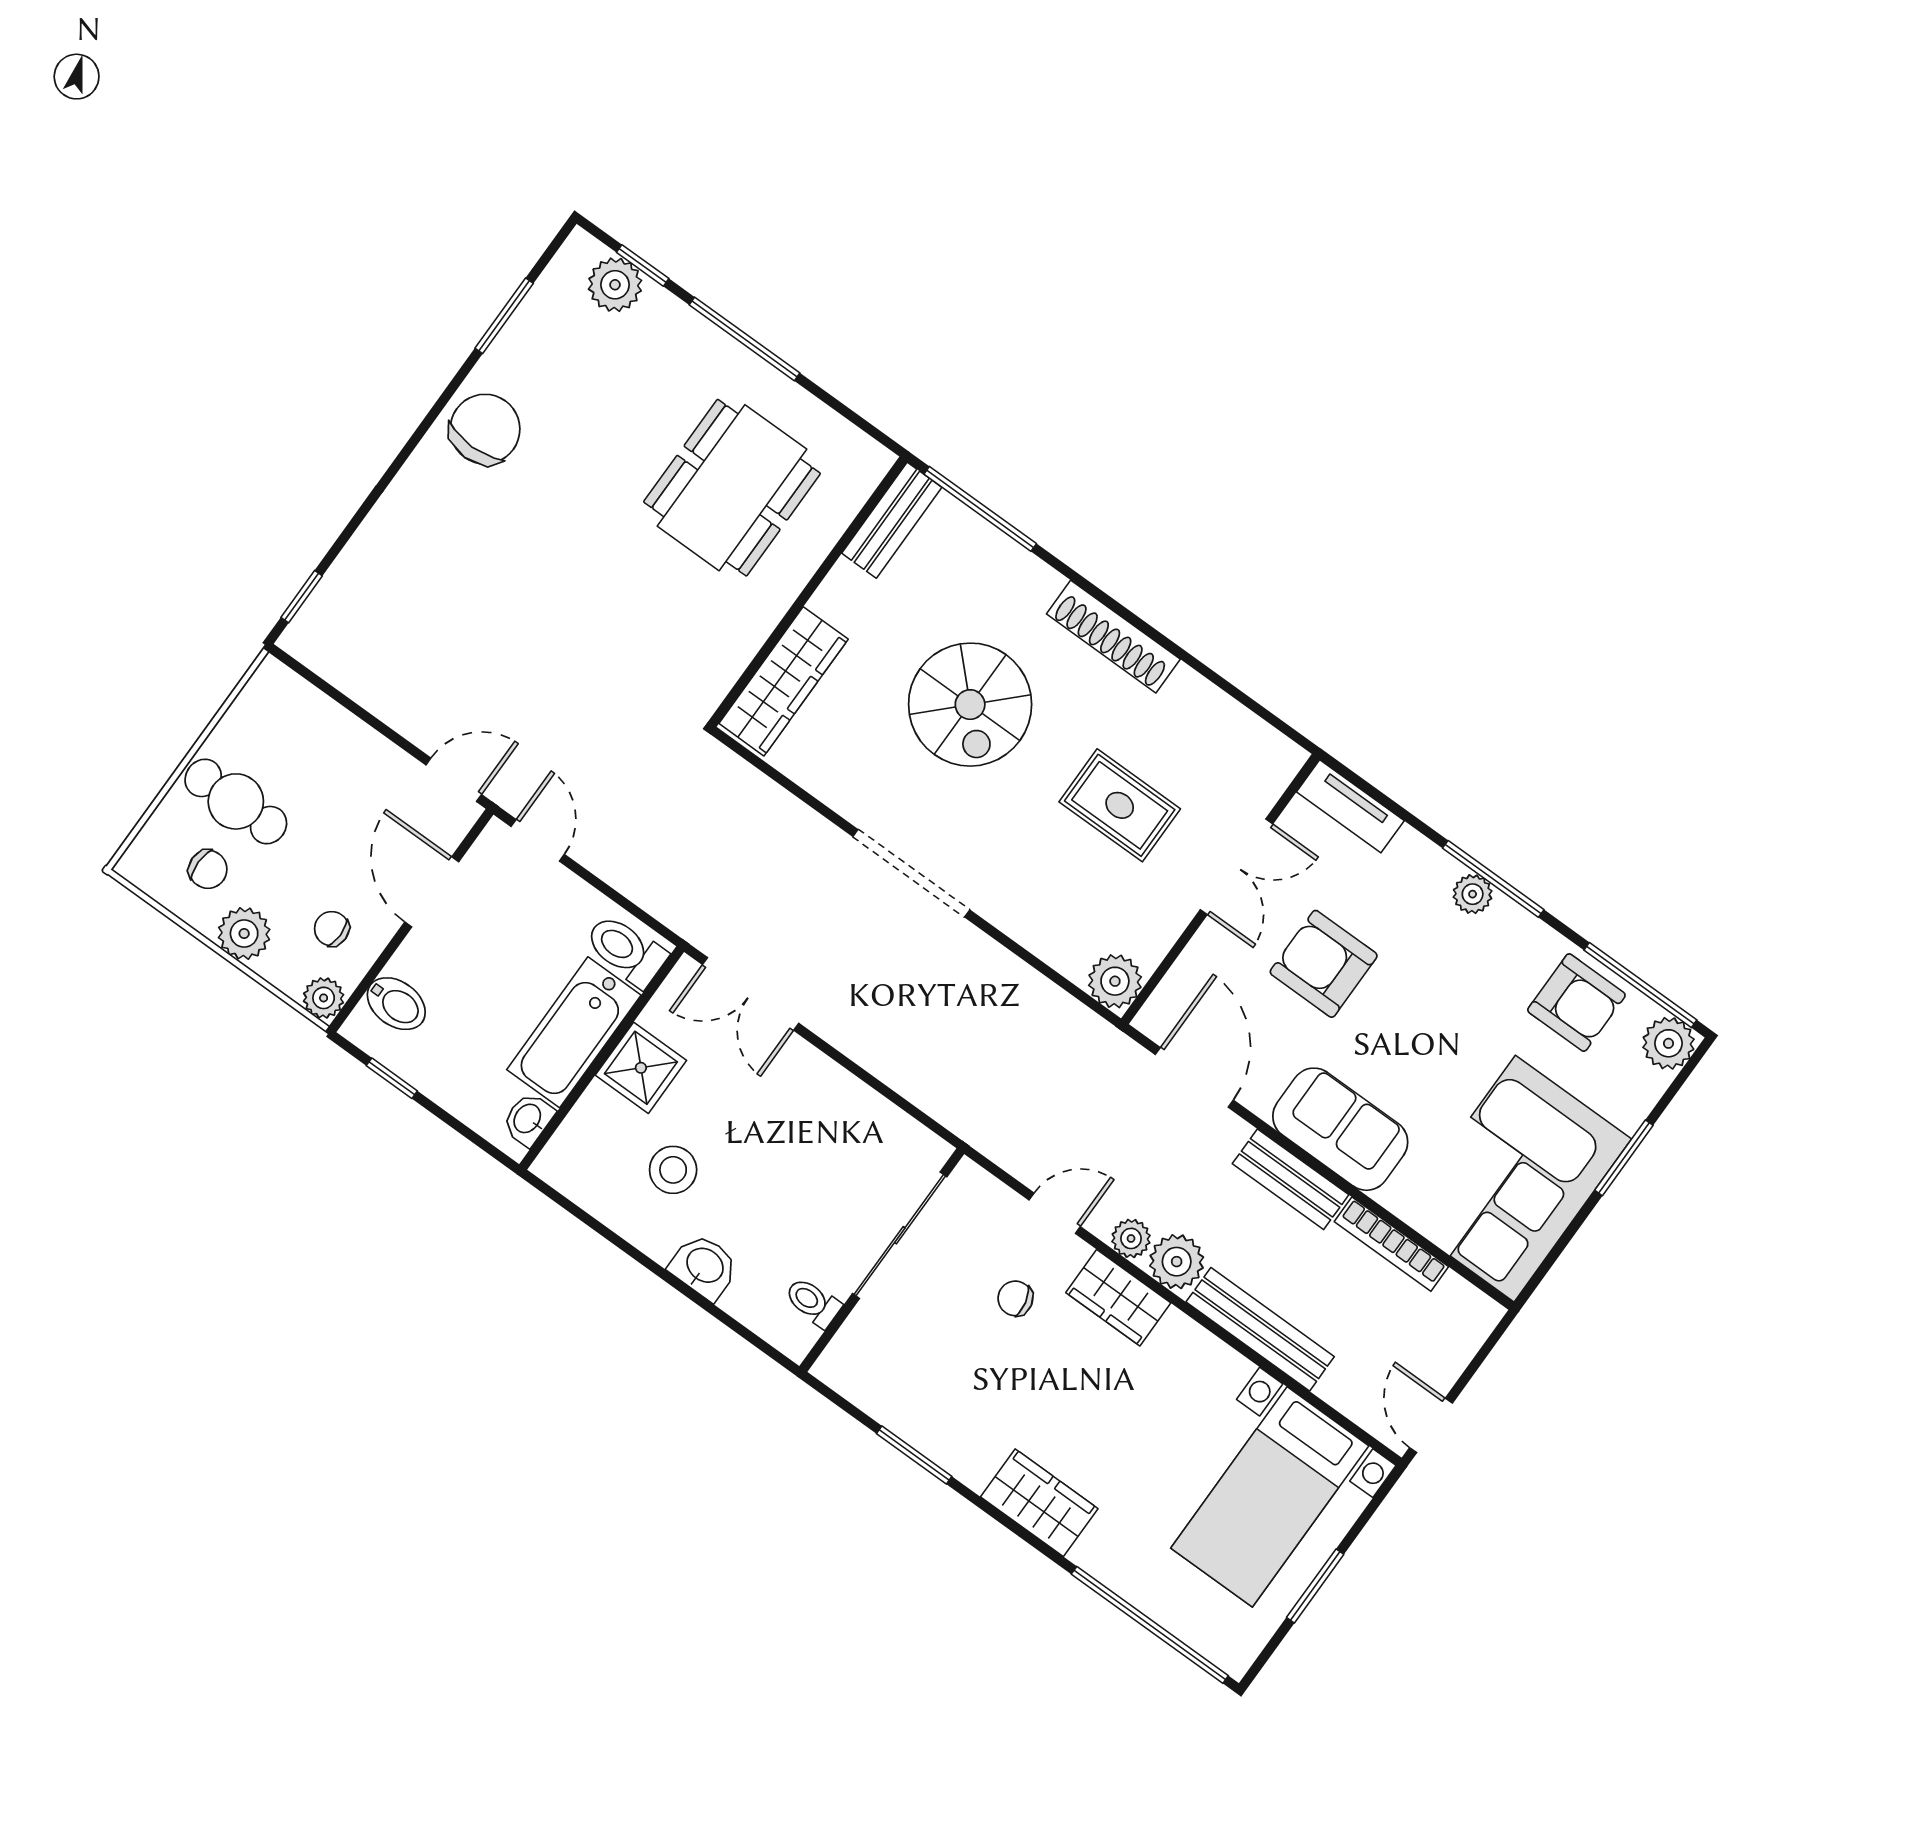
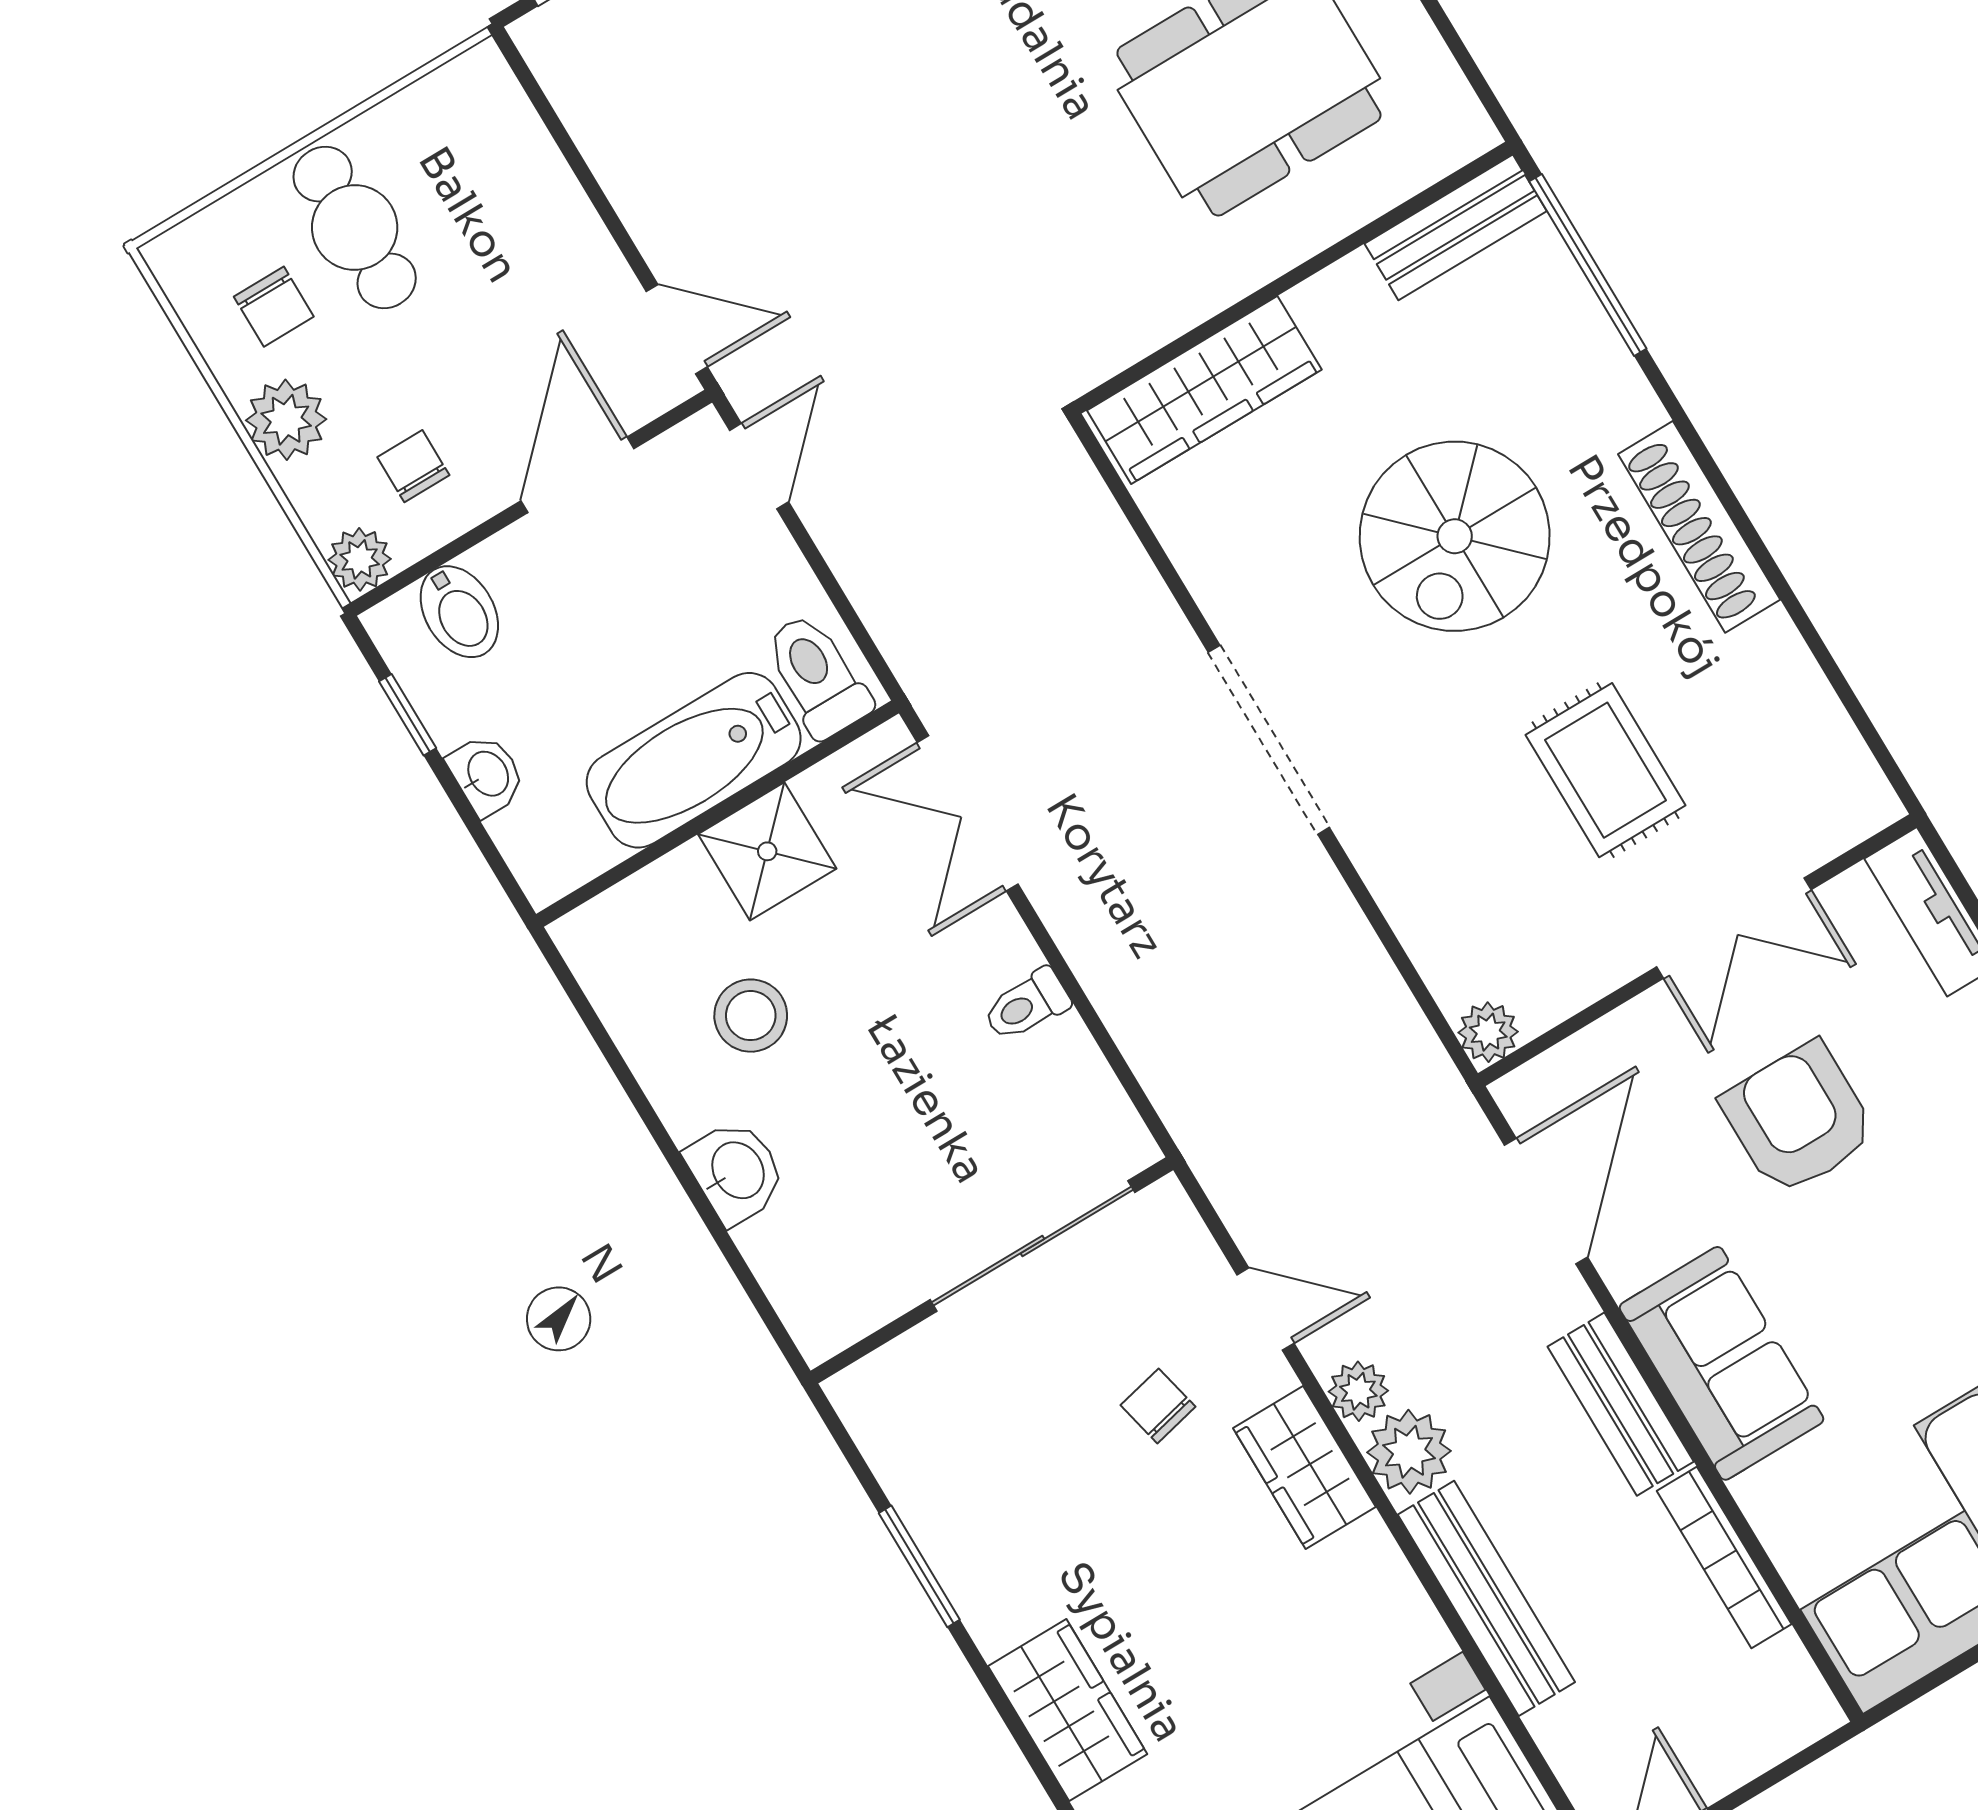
plant: (1115, 981) -> (1488, 1032), width x0.73, depth x0.73
washbasin: (528, 1119) -> (487, 775), moved, turned 90
toilet: (813, 1302) -> (1027, 1005), moved, turned -90

